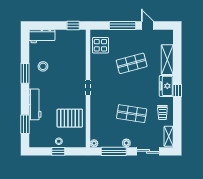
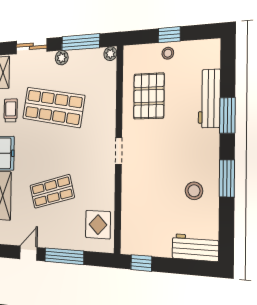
door: (148, 26) -> (28, 253), swing flipped
workbench: (35, 104) -> (209, 99), moved
shop shelf: (132, 114) -> (53, 107), width x1.43, depth x1.36
pallet: (70, 118) -> (149, 96), turned 90
window: (25, 124) -> (227, 115), moved

